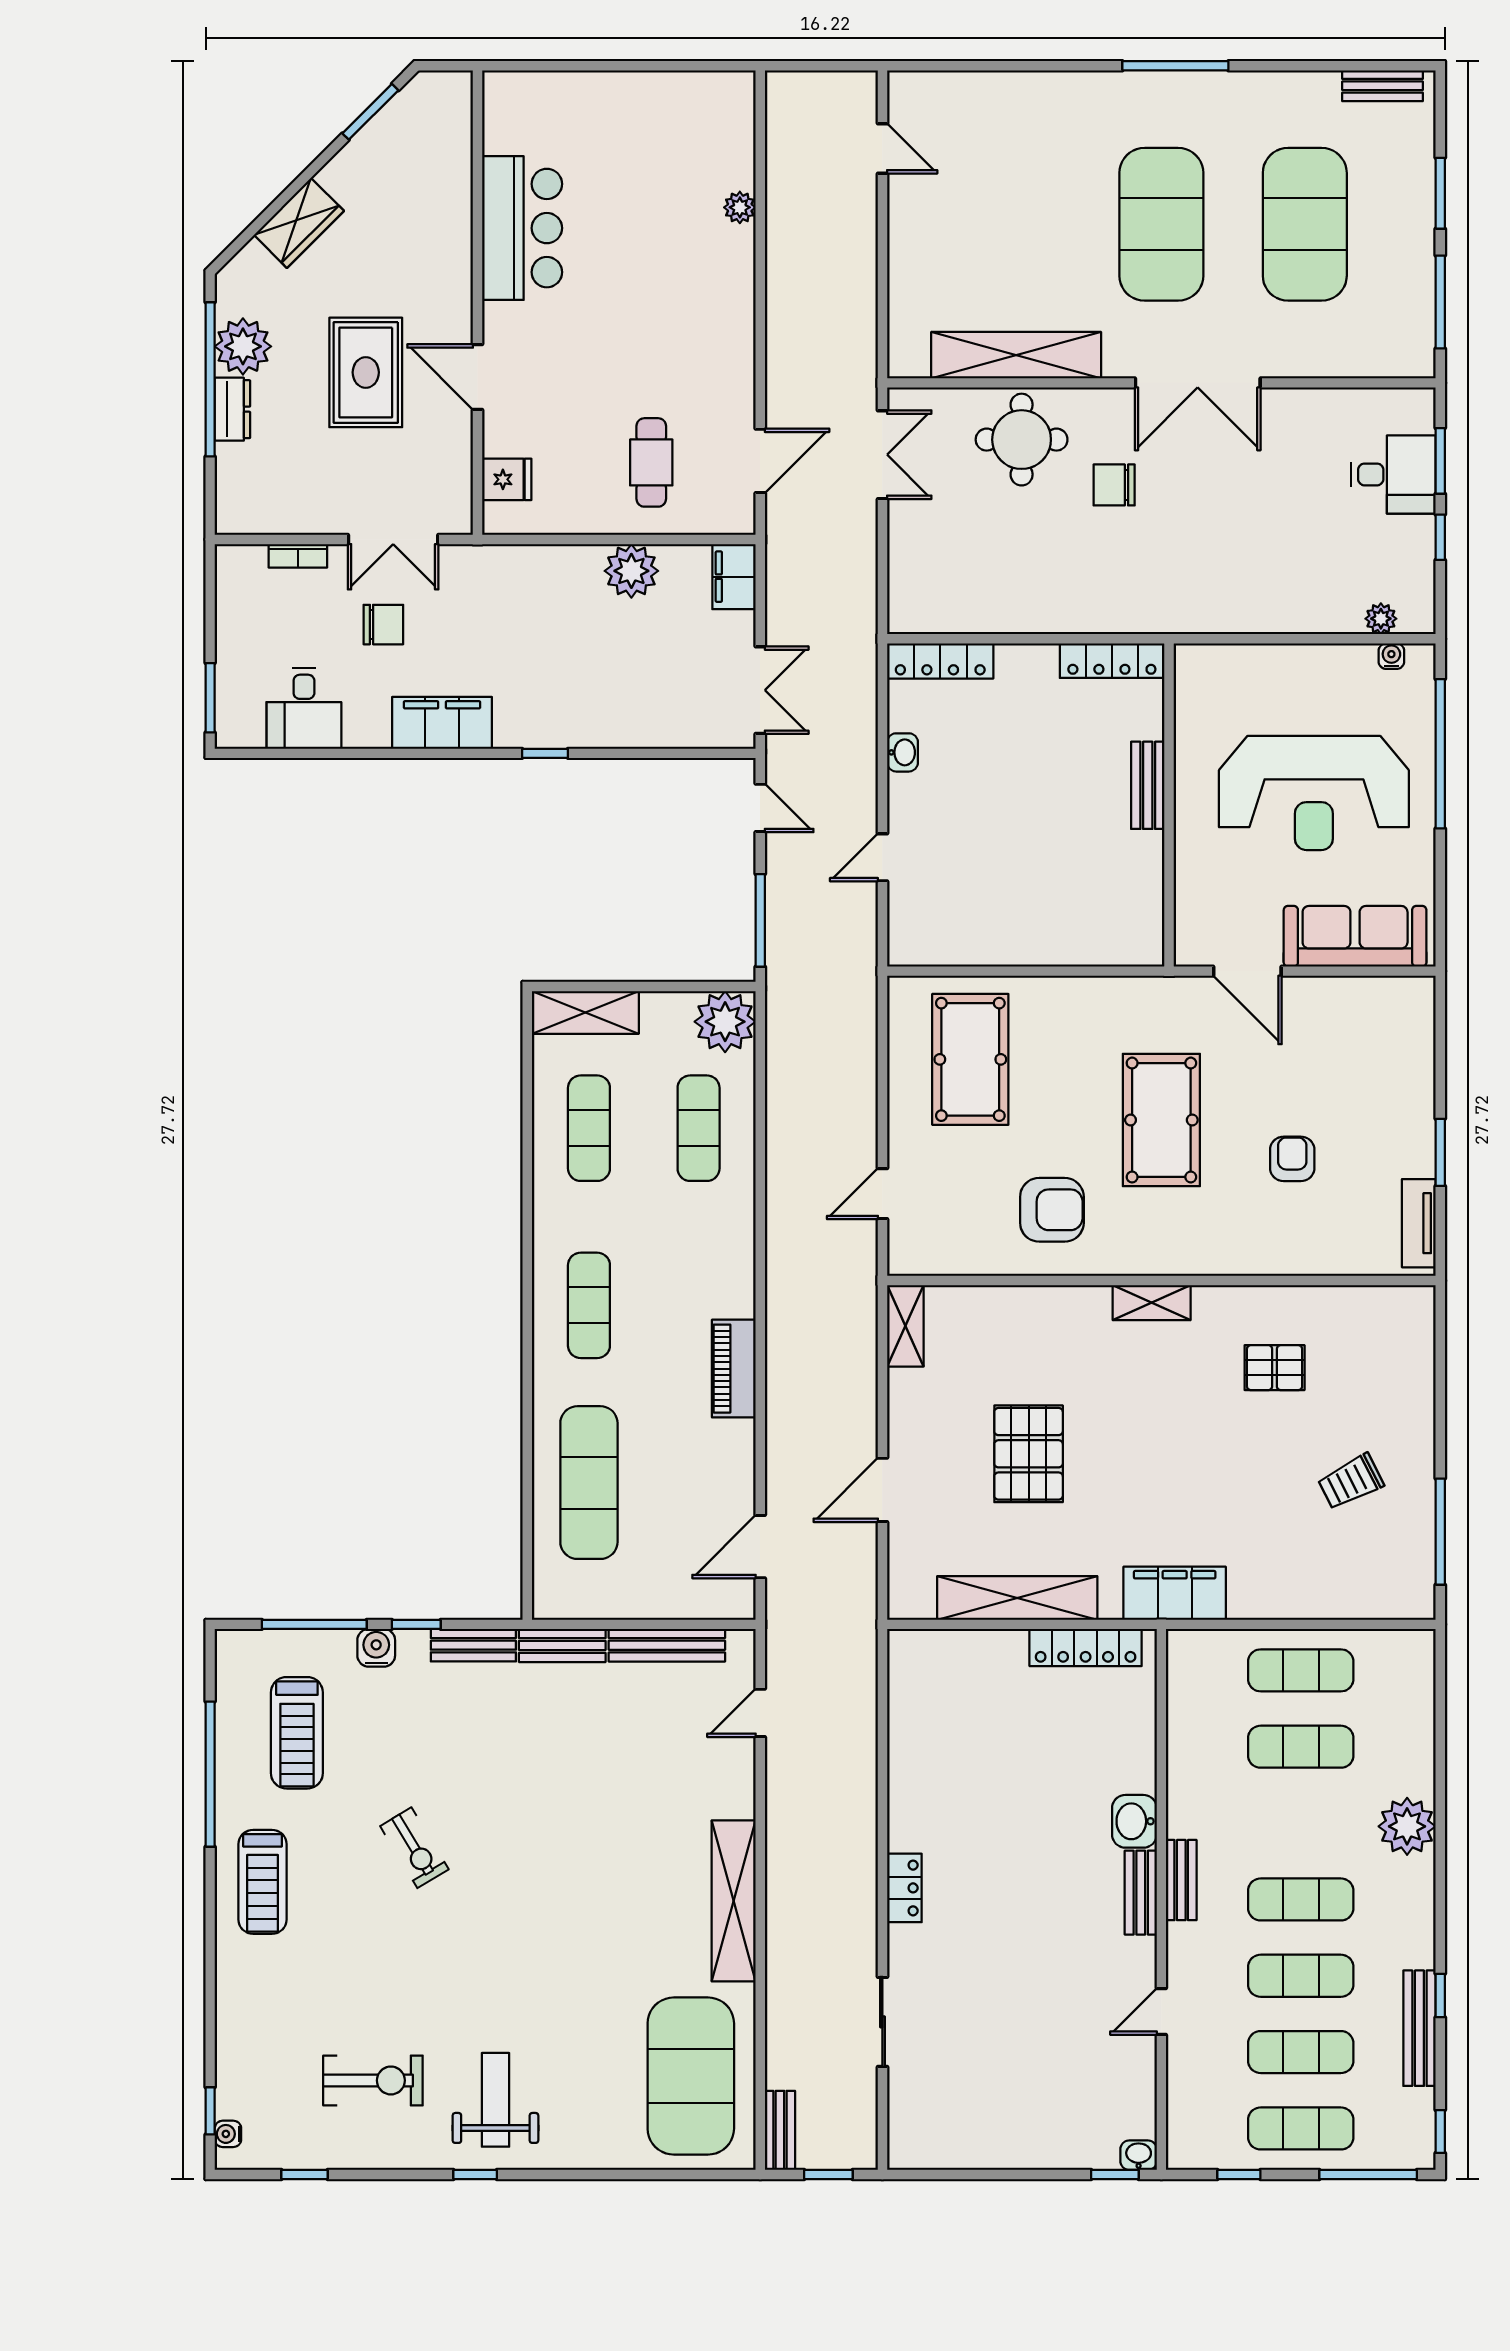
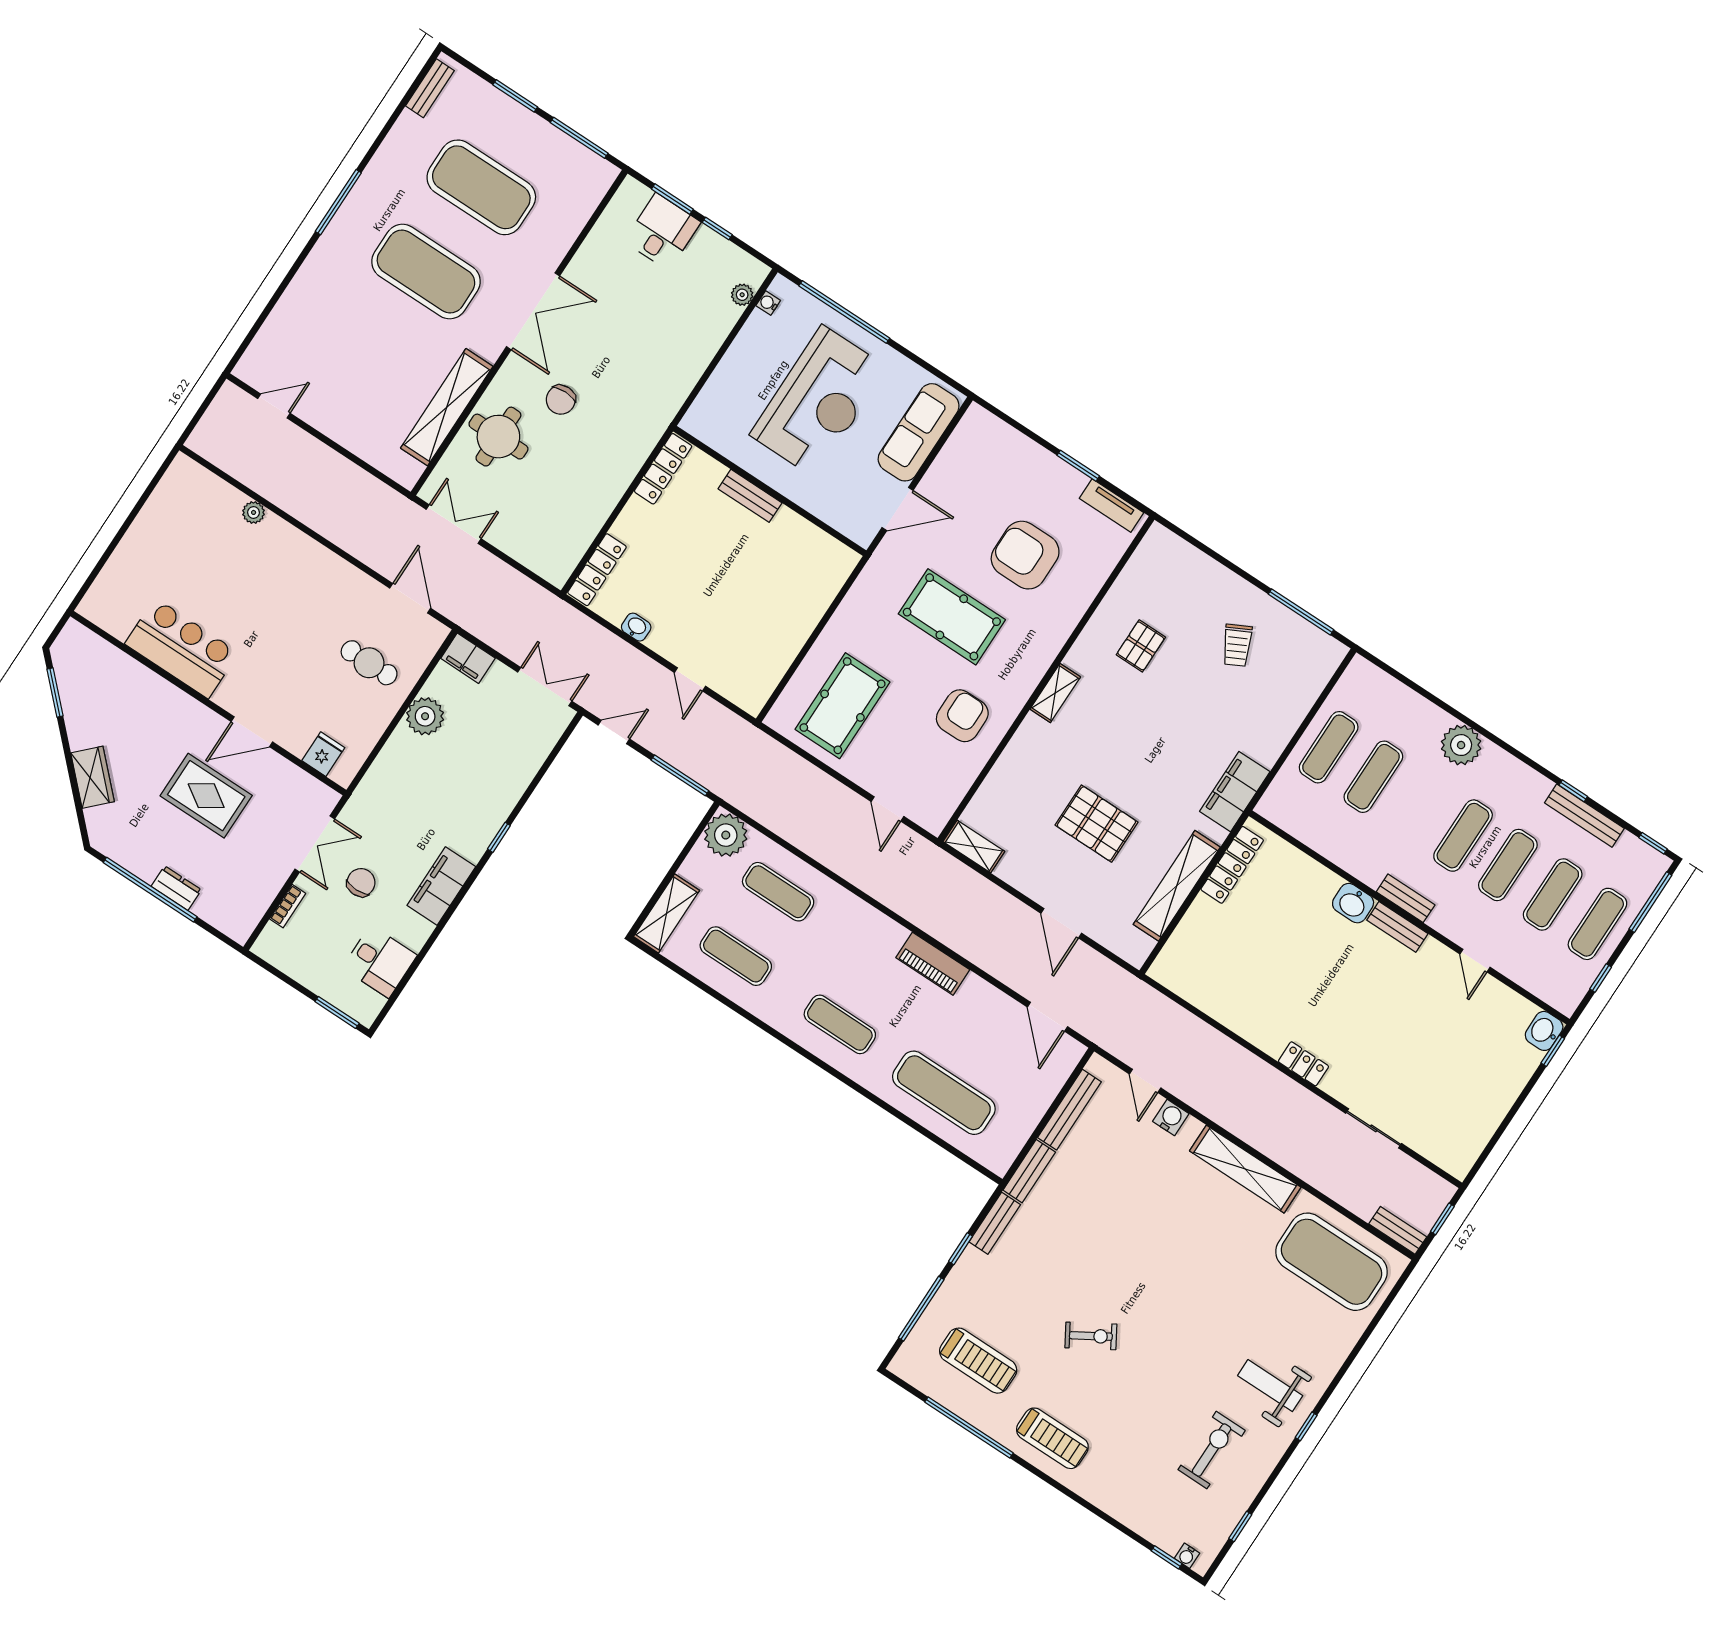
plant: (243, 346) -> (144, 858), removed
pool table: (970, 1059) -> (842, 706), turned 90
armchair: (1292, 1159) -> (1025, 555), width x1.88, depth x1.88
water cooler: (376, 1648) -> (1171, 1118), moved, turned 90
washbasin: (1139, 2155) -> (1544, 1031), width x1.38, depth x1.45

